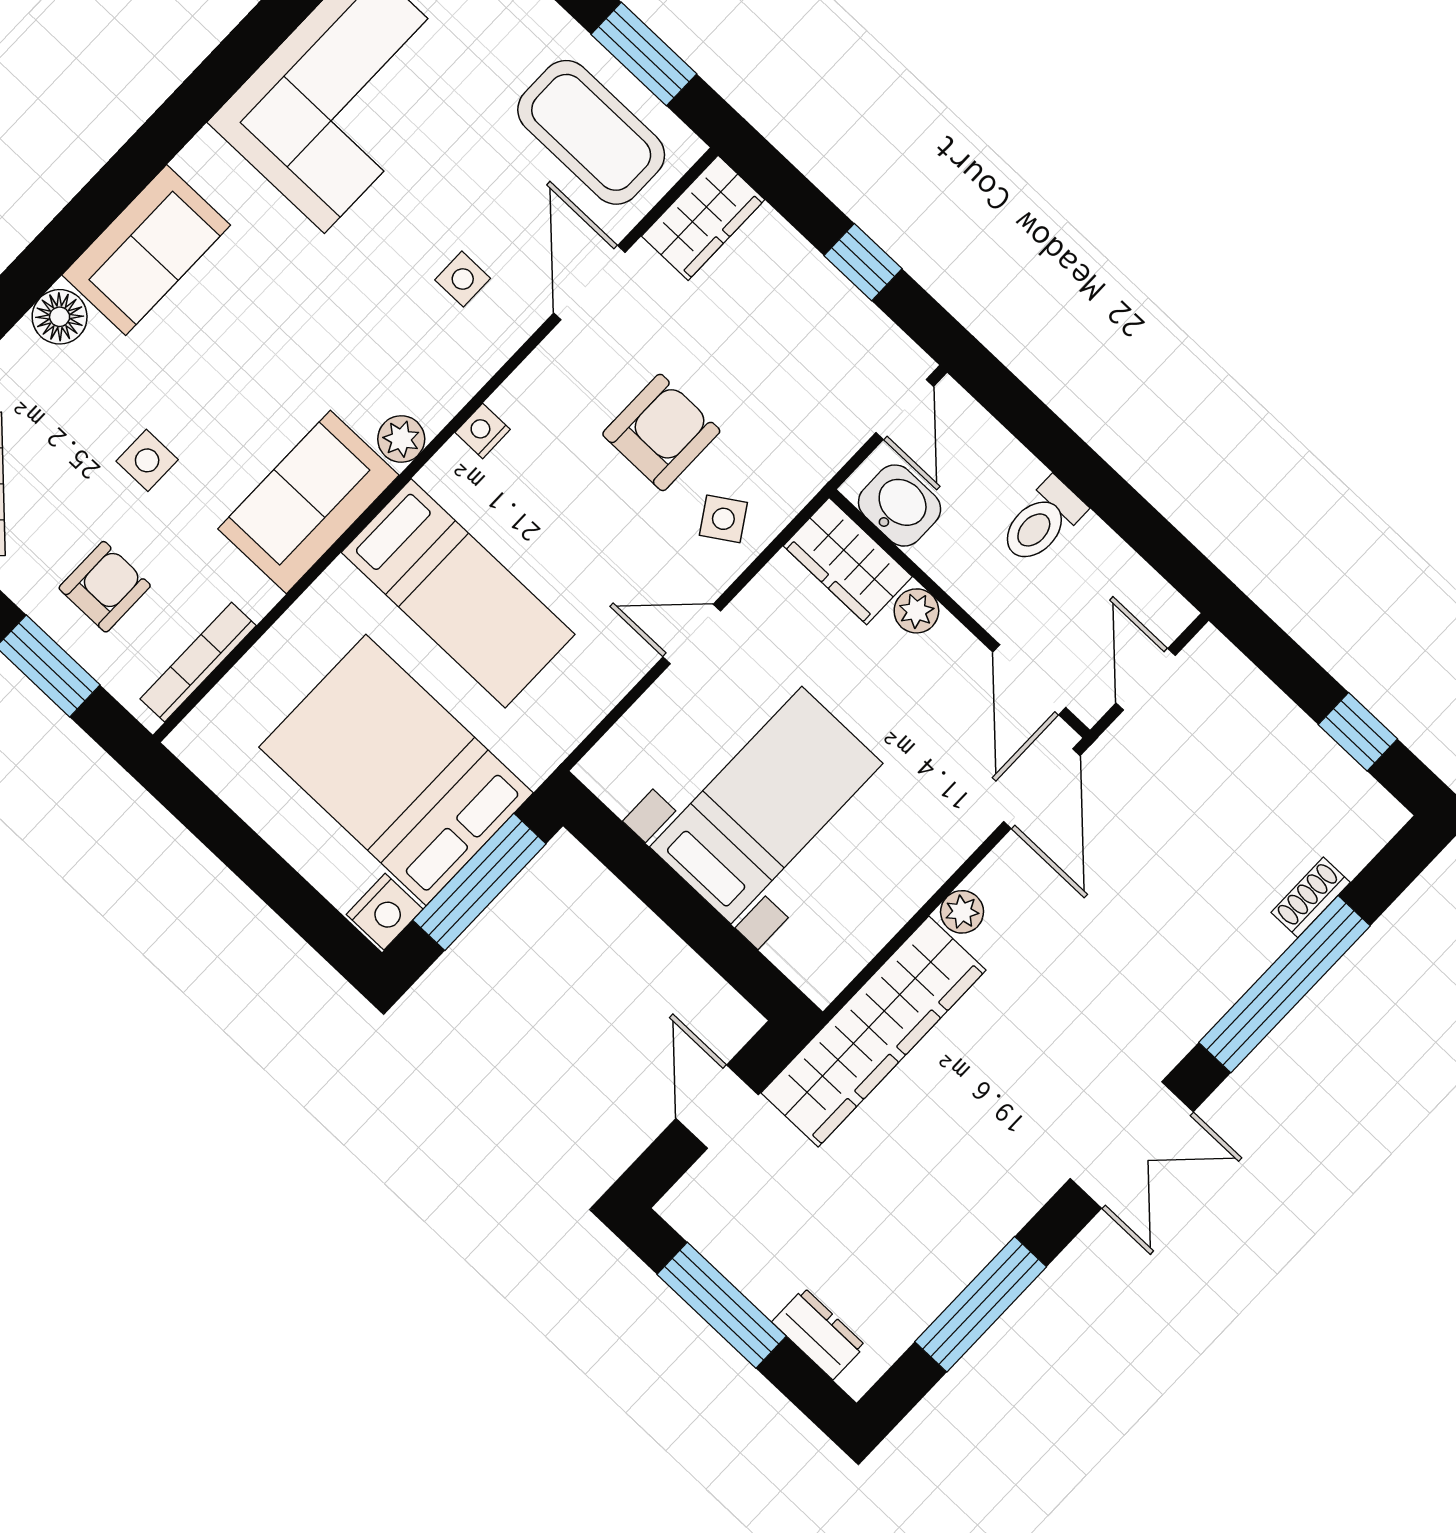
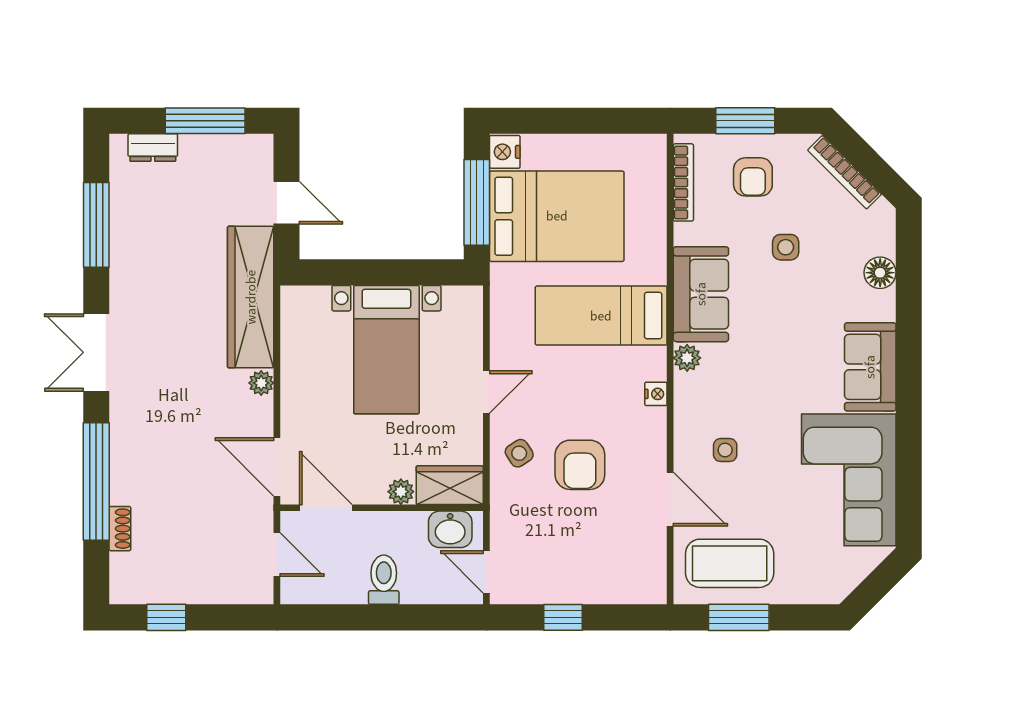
wardrobe: (703, 218) -> (648, 572), removed
sofa: (146, 250) -> (870, 367), moved

